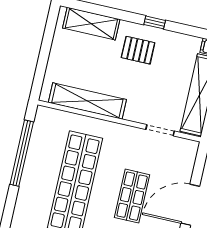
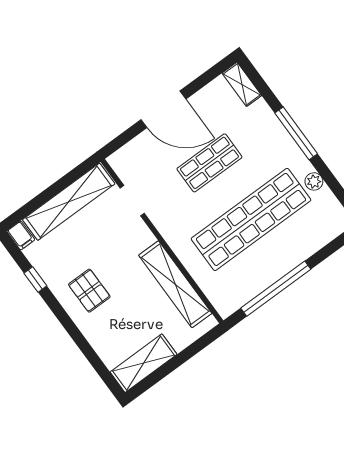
window: (155, 22) -> (35, 280), moved
shelving: (91, 24) -> (144, 363), moved, turned 90

